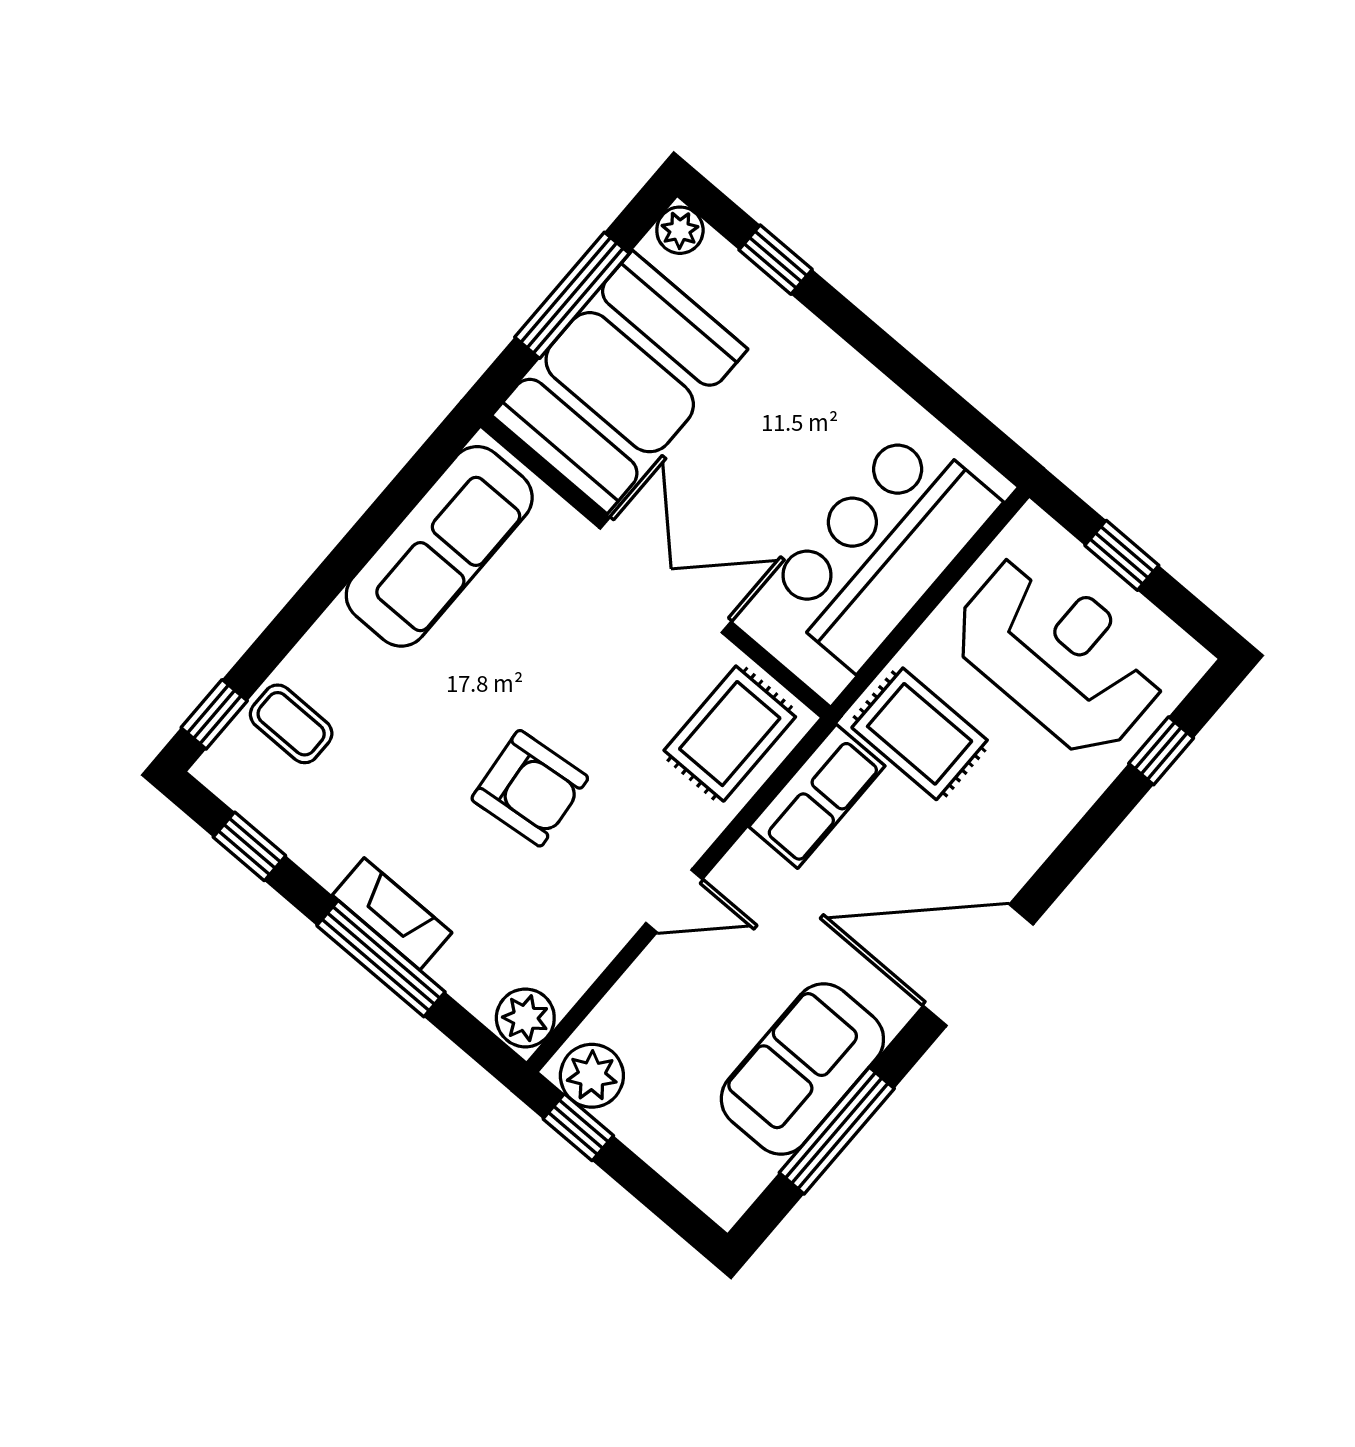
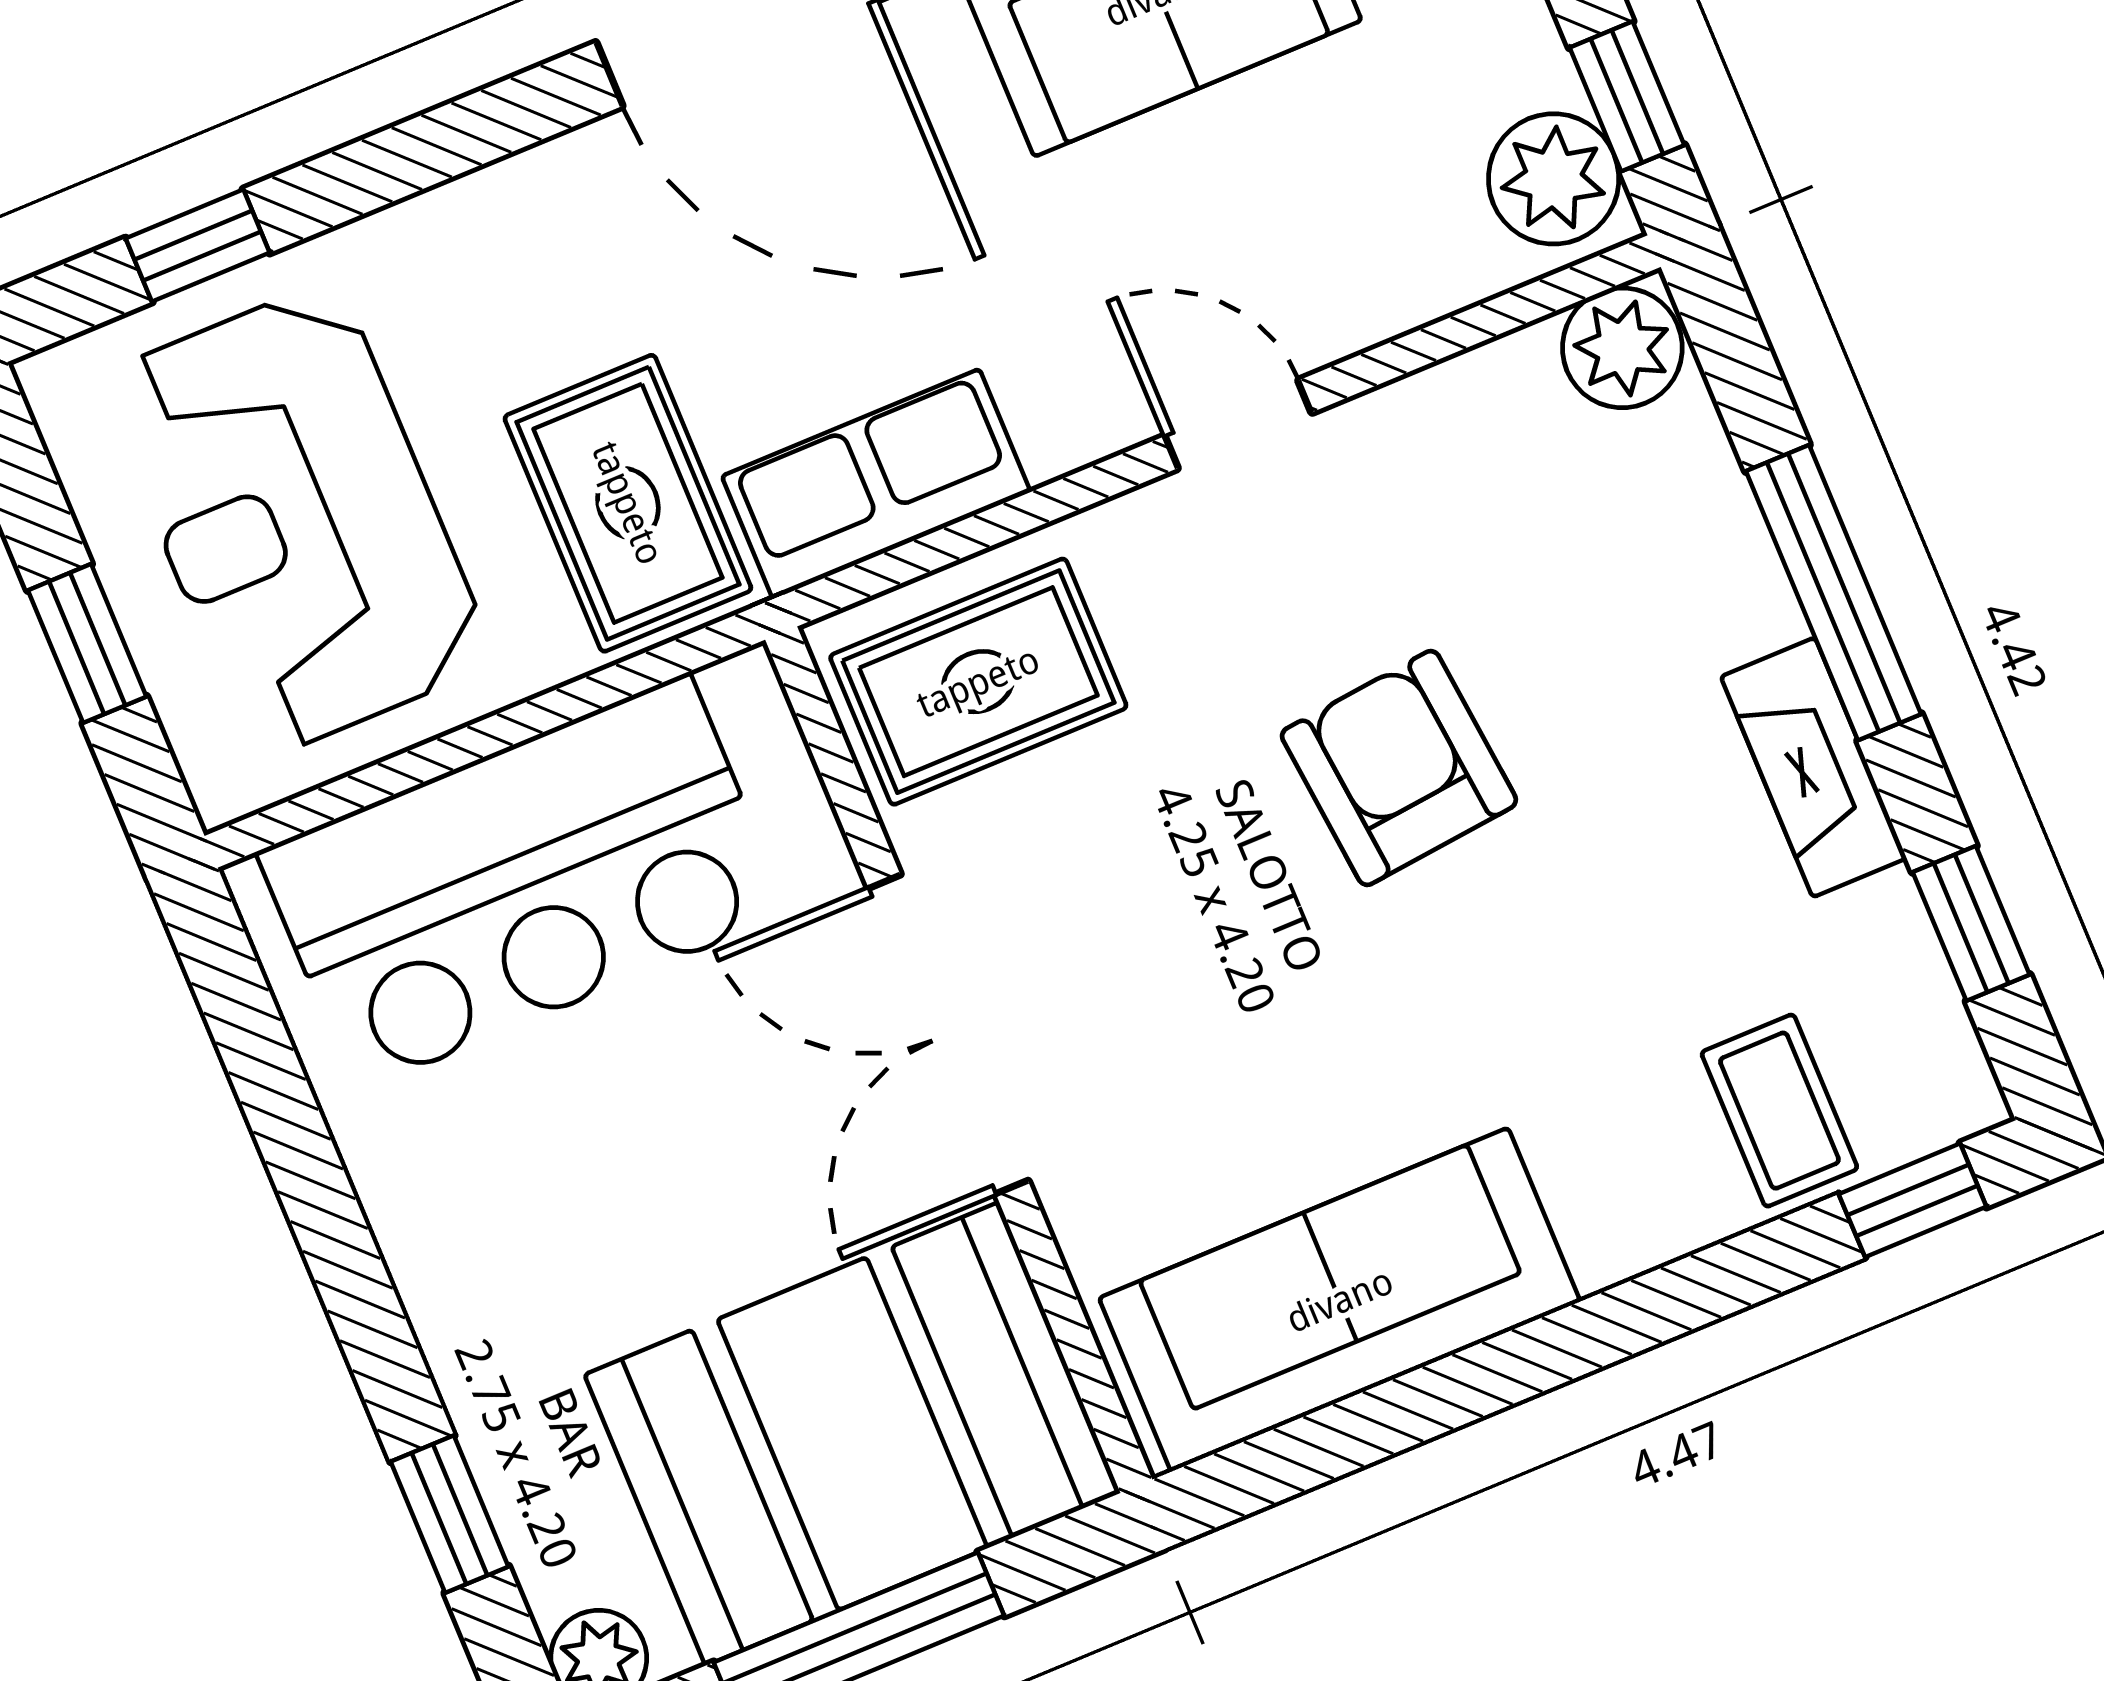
fireplace: (392, 914) -> (1814, 767), moved

